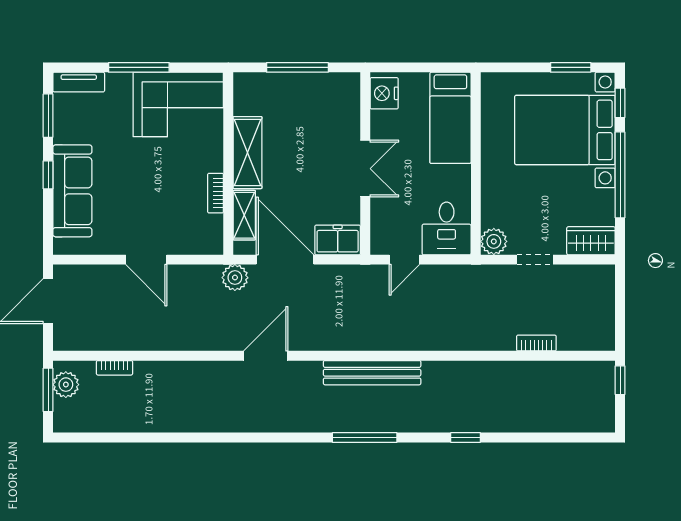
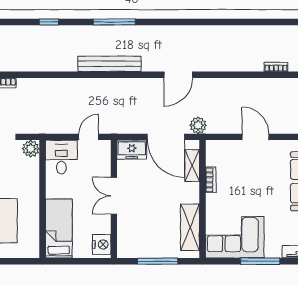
shelving: (248, 153) -> (190, 227), moved

